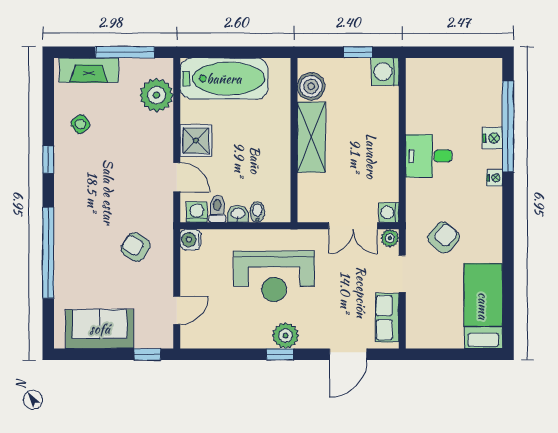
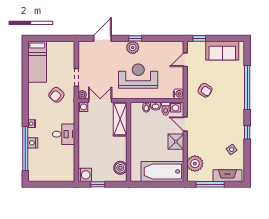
shelving: (311, 137) -> (120, 119), moved
row of seats: (387, 318) -> (84, 56), removed

